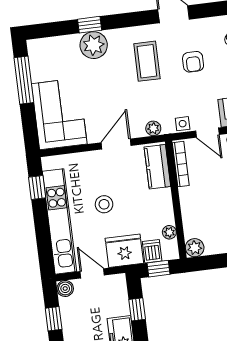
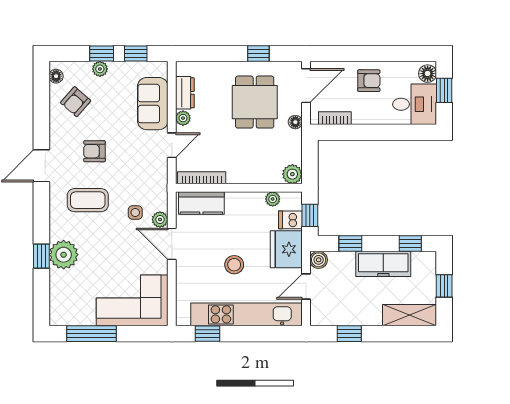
armchair: (193, 62) -> (94, 151), turned 180
side table: (183, 124) -> (135, 212), moved
plant: (153, 128) -> (160, 219), moved
boiler: (65, 288) -> (319, 260), moved

